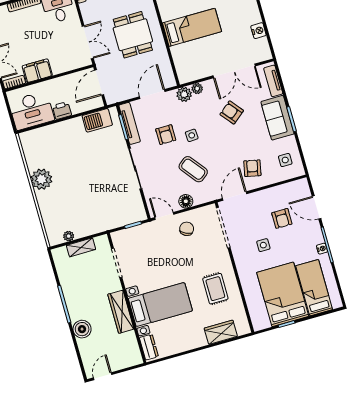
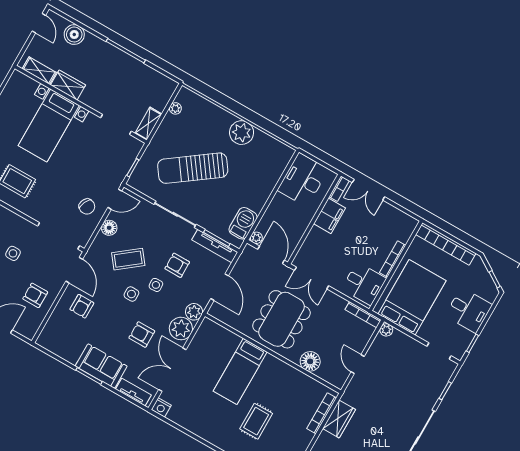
nightstand: (258, 31) -> (161, 407), moved
dining table: (133, 35) -> (281, 319), width x1.37
plant: (197, 89) -> (181, 329), width x1.88, depth x1.88
plant: (98, 103) -> (256, 238), added
printer: (62, 111) -> (279, 203), removed
armchair: (232, 112) -> (142, 335), turned -141
side table: (285, 160) -> (131, 294), moved
armchair: (252, 168) -> (82, 306), turned 78
sun lounger: (95, 187) -> (193, 168), added
armchair: (282, 218) -> (35, 295), moved
shelving: (81, 247) -> (148, 124), moved
wardrobe: (121, 312) -> (68, 85), width x0.67
boiler: (82, 329) -> (74, 35), moved
shelving: (132, 346) -> (39, 71), added
dresser: (149, 347) -> (25, 83), removed

